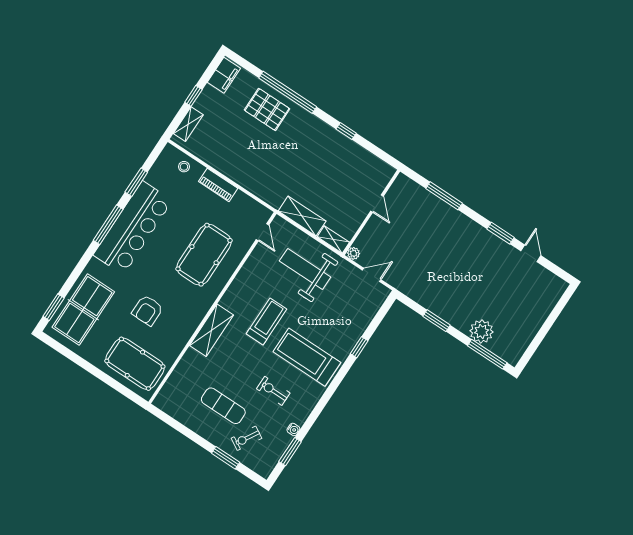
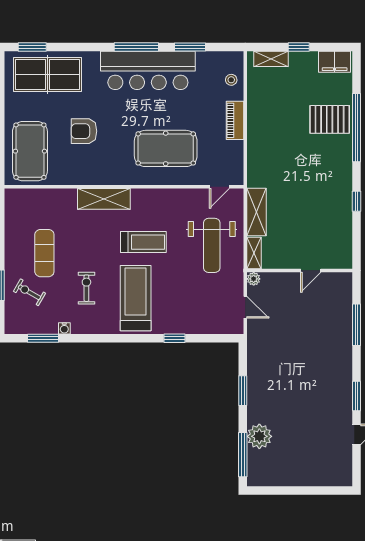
pallet: (267, 109) -> (330, 119), turned 90
weight bench: (305, 269) -> (212, 245), turned 180

